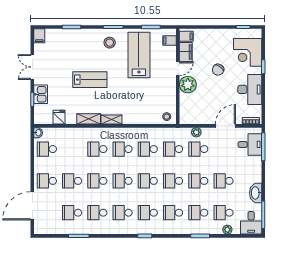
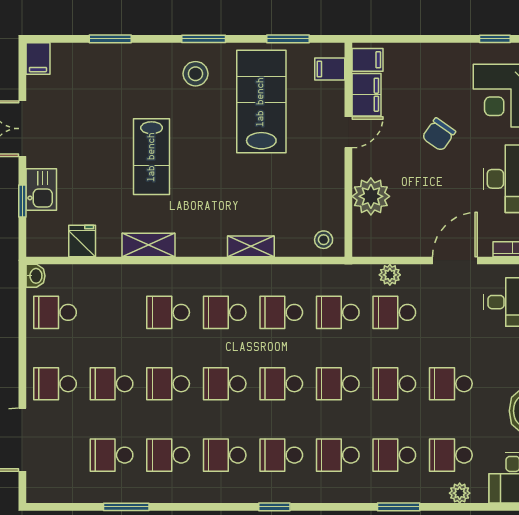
lab bench: (90, 80) -> (152, 157), turned 90
plant: (188, 85) -> (371, 196), moved
shelving: (112, 120) -> (251, 246), moved

